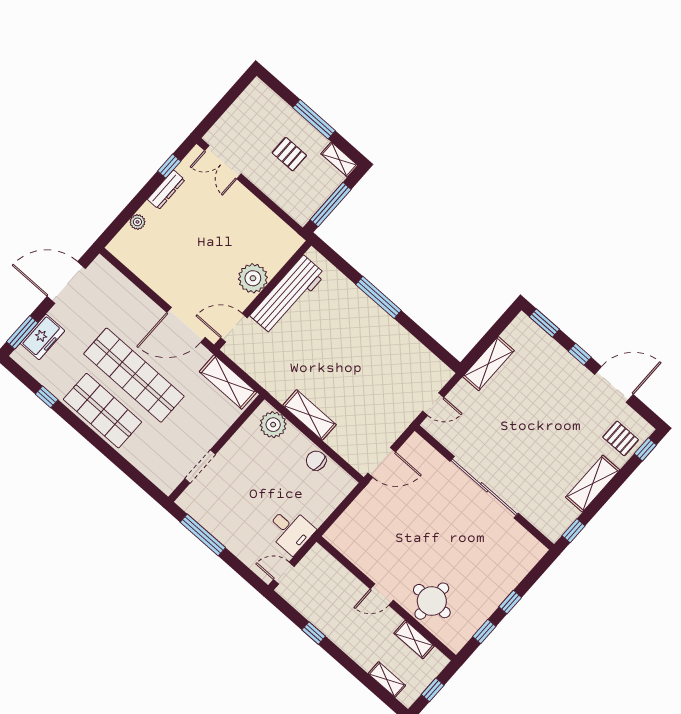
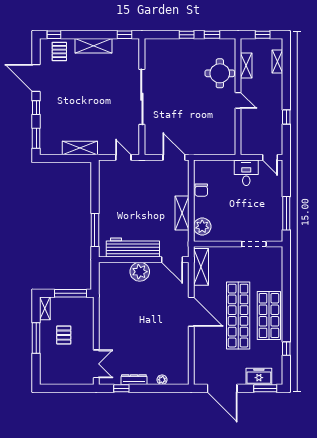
plant: (253, 278) -> (140, 272), moved
wall: (263, 295) -> (144, 260), moved
workbench: (288, 295) -> (133, 248), moved
door: (234, 328) -> (172, 260), moved

